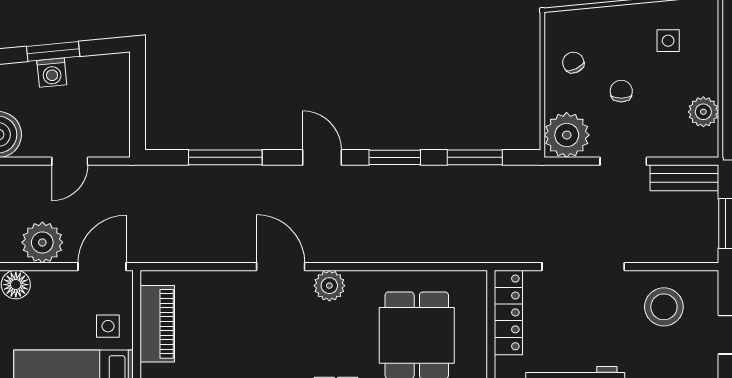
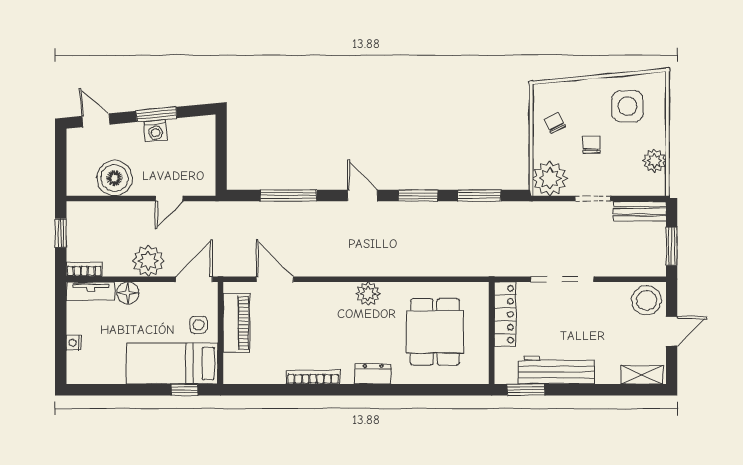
side table: (668, 41) -> (627, 106), width x1.87, depth x1.87
door: (281, 267) -> (275, 279), moved
stool: (664, 307) -> (647, 300), moved

